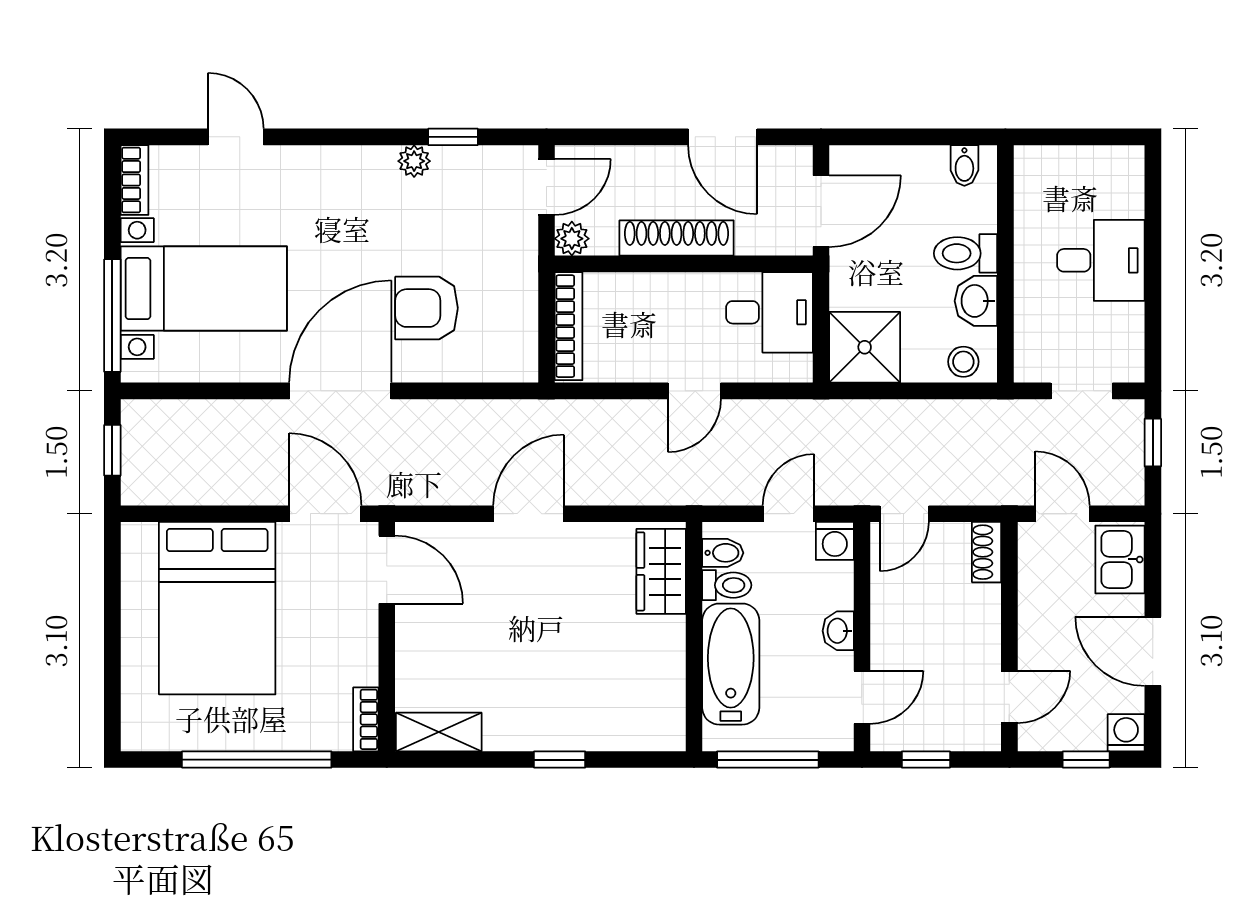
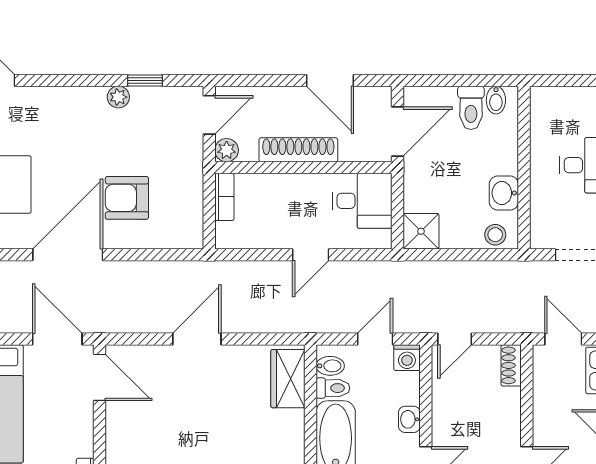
toilet: (965, 253) -> (471, 108), moved, turned -90
bookcase: (569, 326) -> (224, 197), width x0.64
shower: (865, 347) -> (421, 231), width x0.73, depth x0.73

